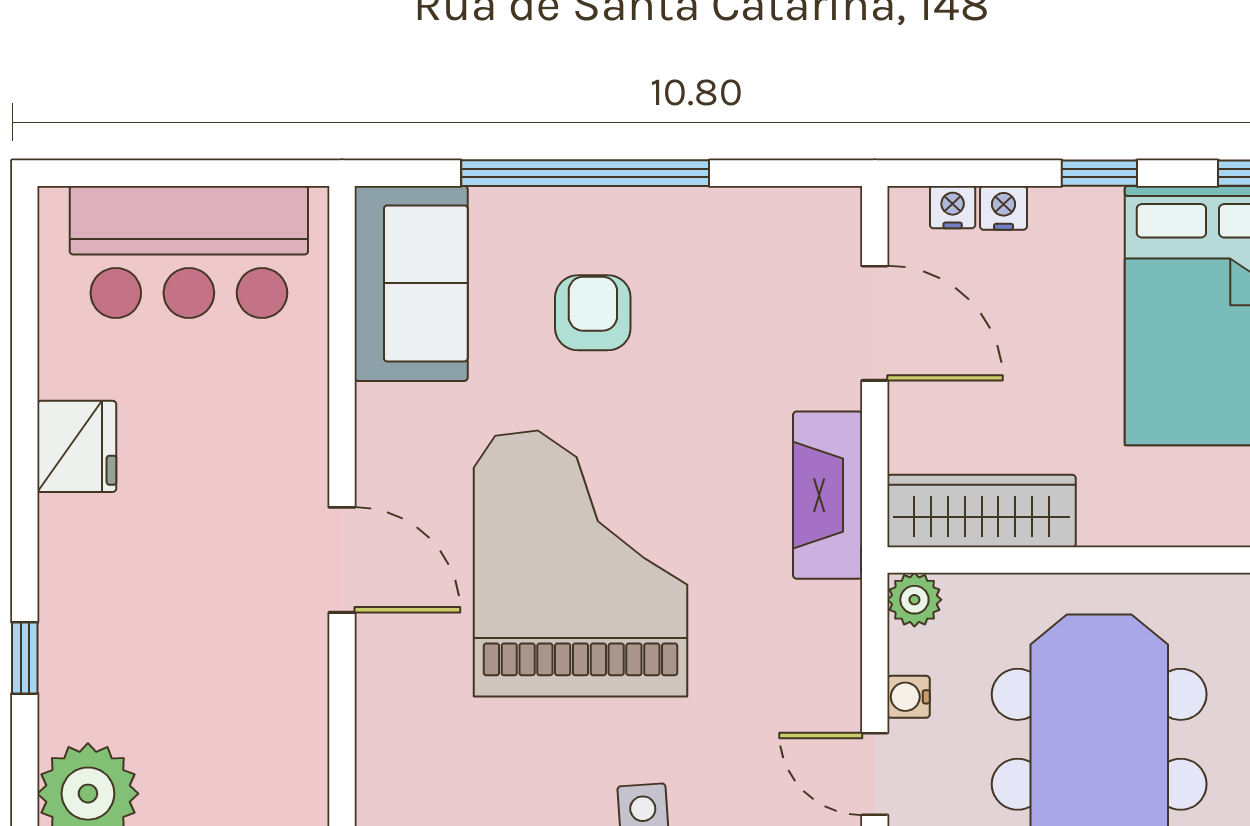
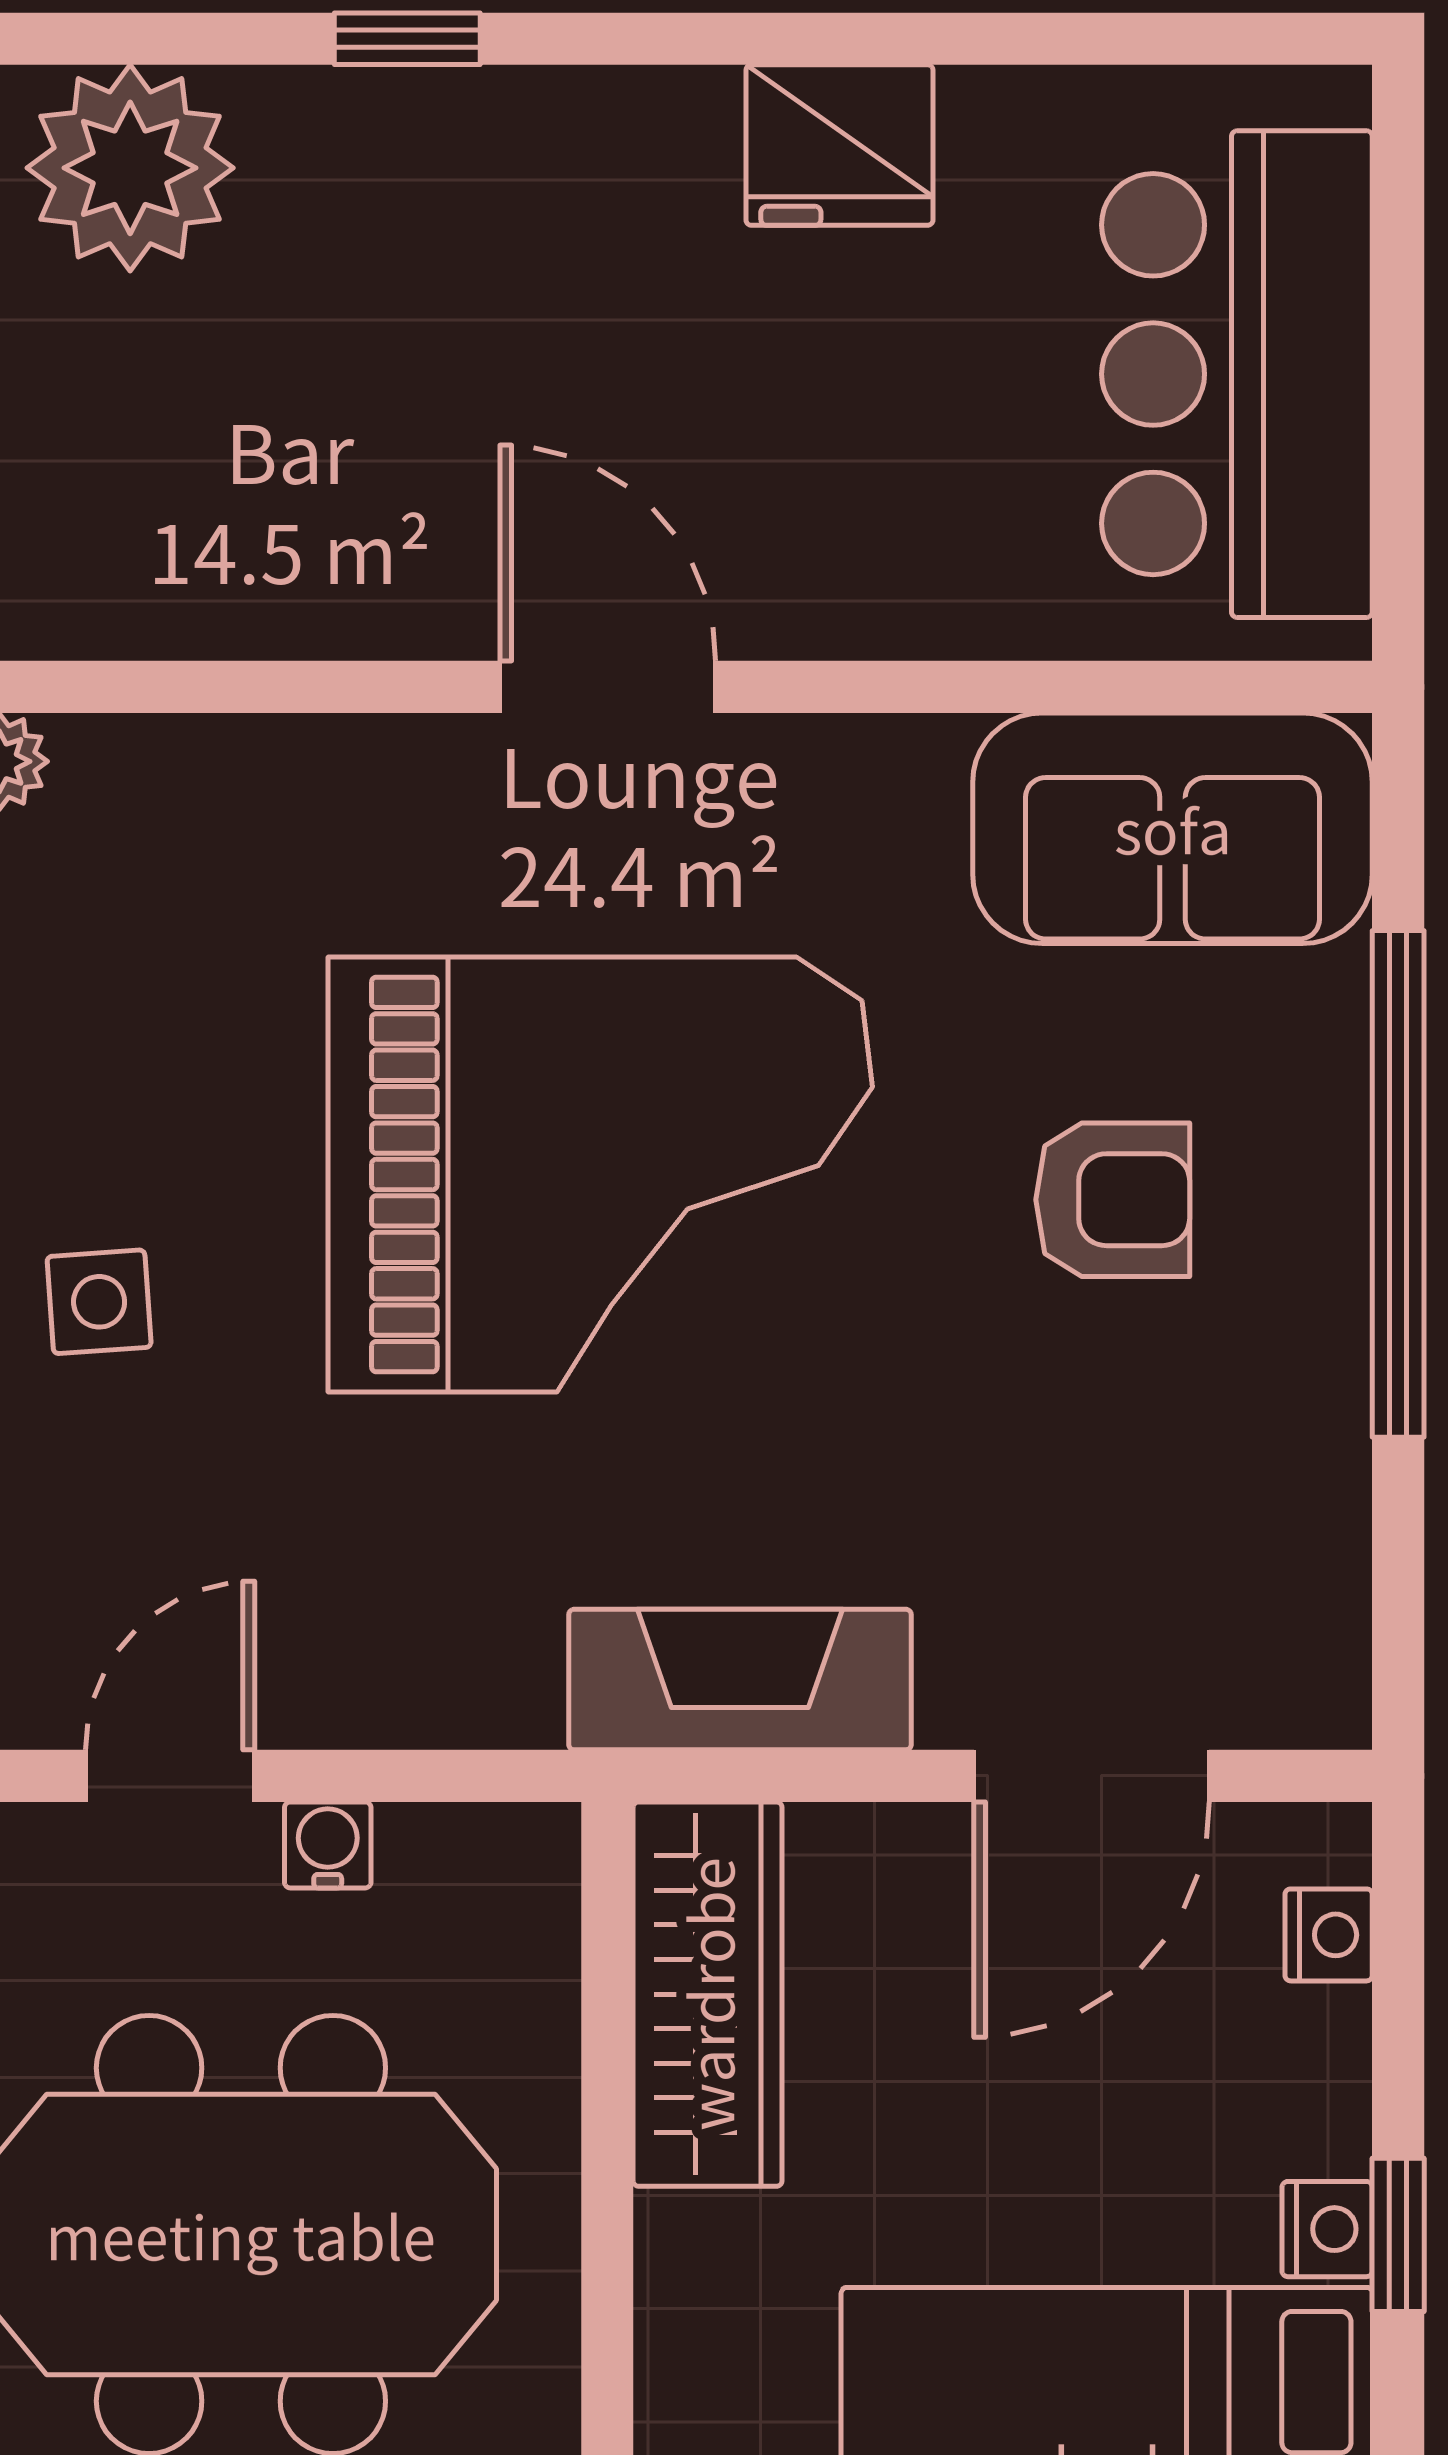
nightstand: (1004, 208) -> (1327, 2229), moved
door: (342, 560) -> (608, 687), swing flipped
plant: (914, 600) -> (526, 1857), removed

